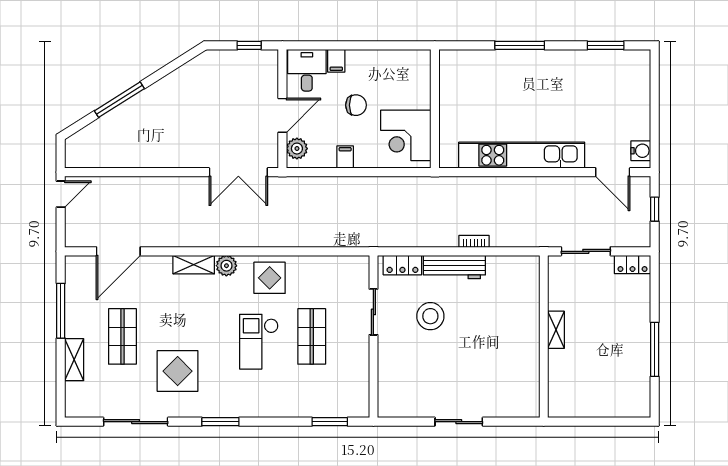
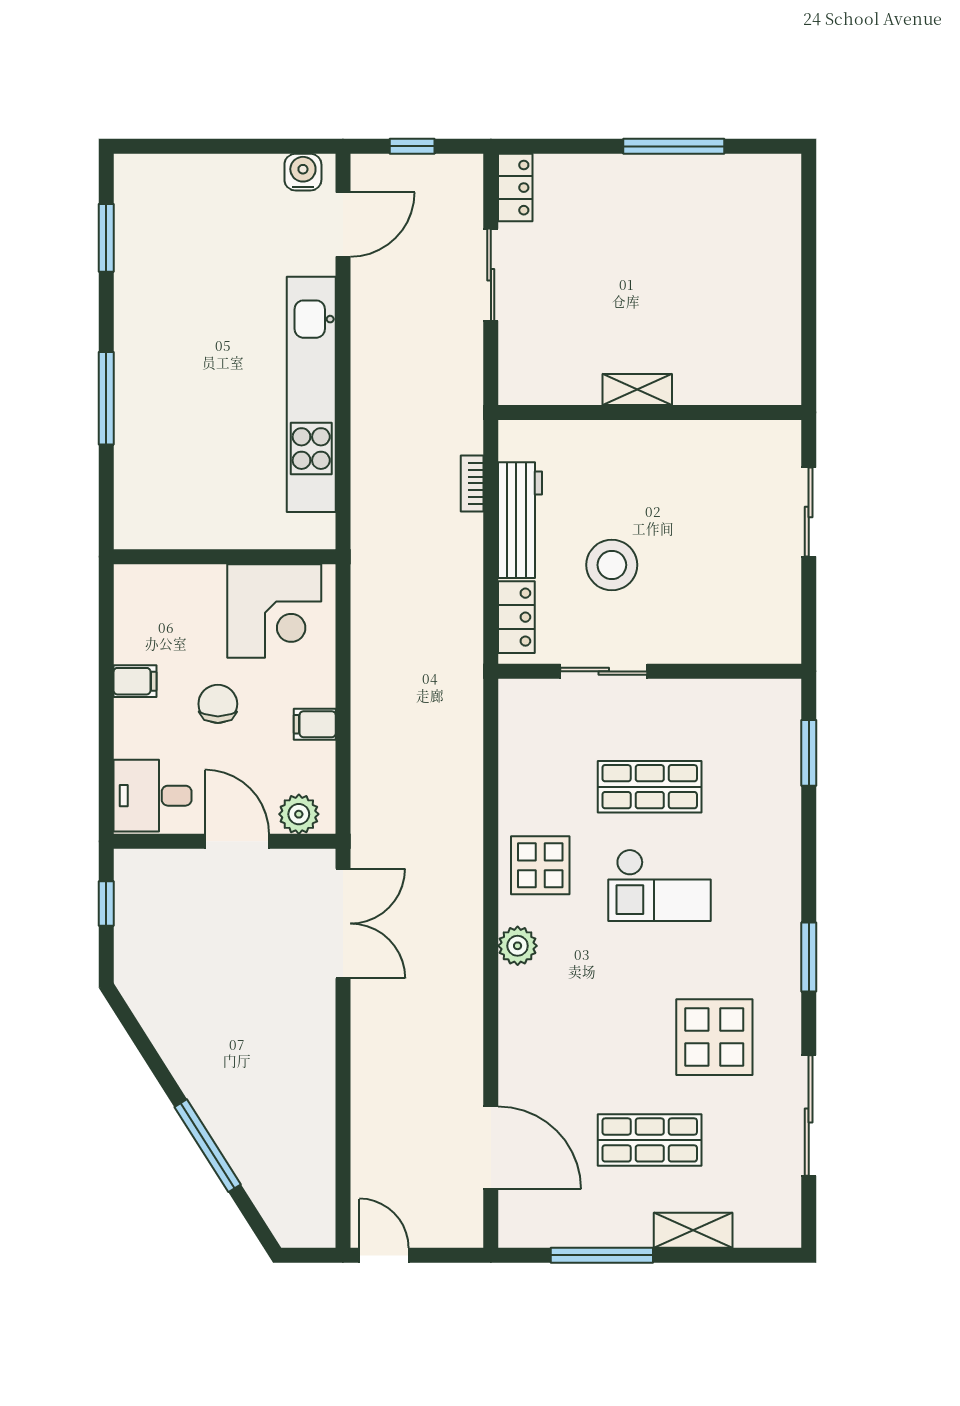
filing cabinet: (336, 61) -> (135, 681), moved
shelving: (194, 265) -> (516, 1007), removed
shelving: (556, 330) -> (637, 390), moved
wall: (544, 336) -> (650, 412), moved

